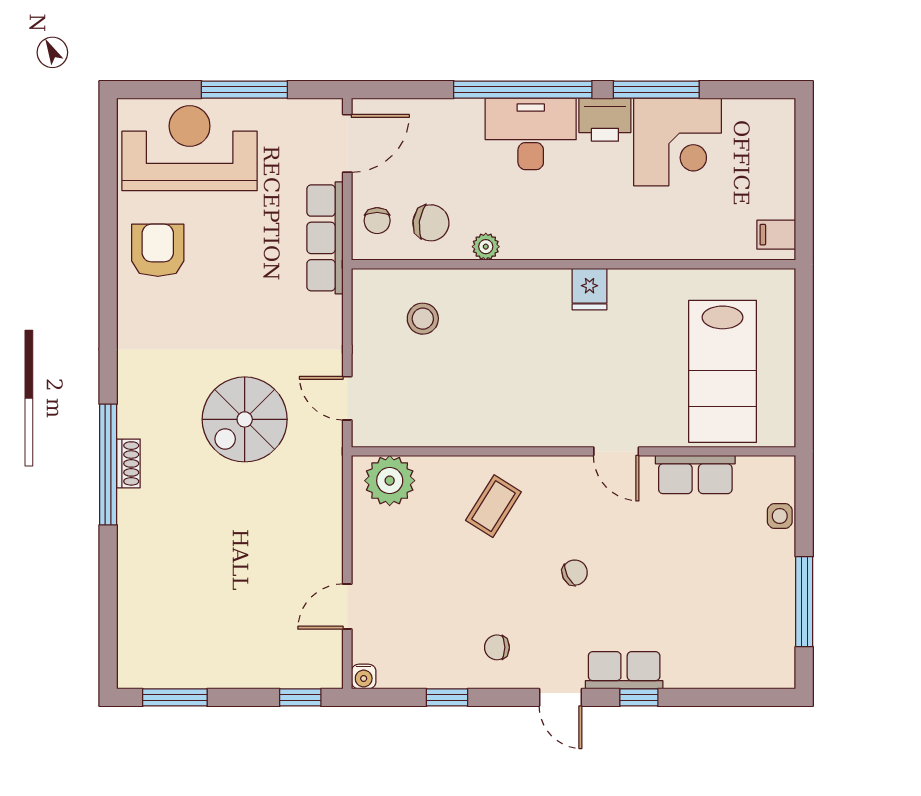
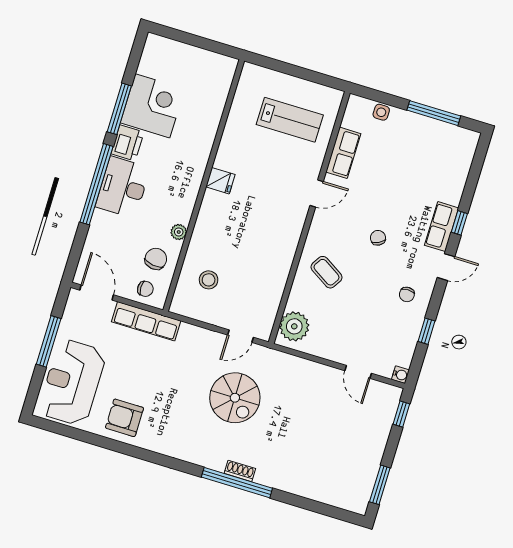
filing cabinet: (776, 235) -> (222, 66), removed
lab bench: (723, 371) -> (290, 120), width x0.73, depth x0.72

